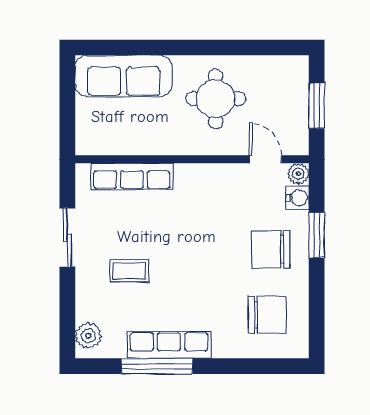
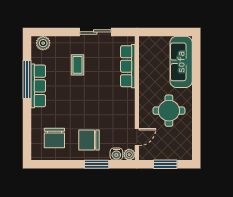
chair: (271, 249) -> (89, 140), turned -90

